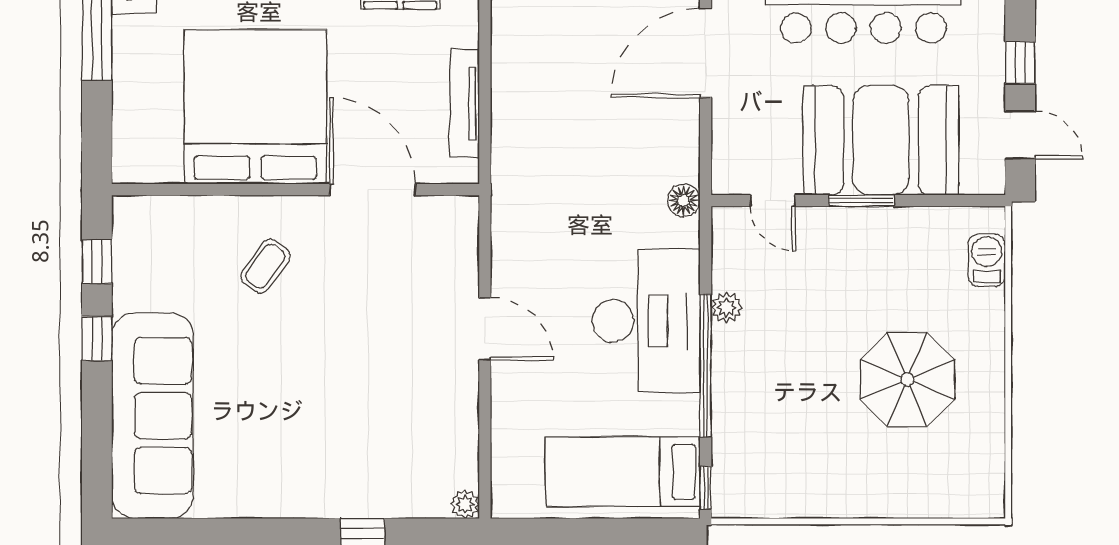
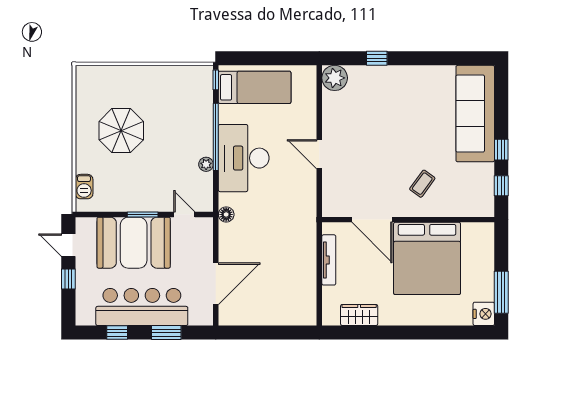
plant: (465, 504) -> (335, 78), width x1.88, depth x1.88

